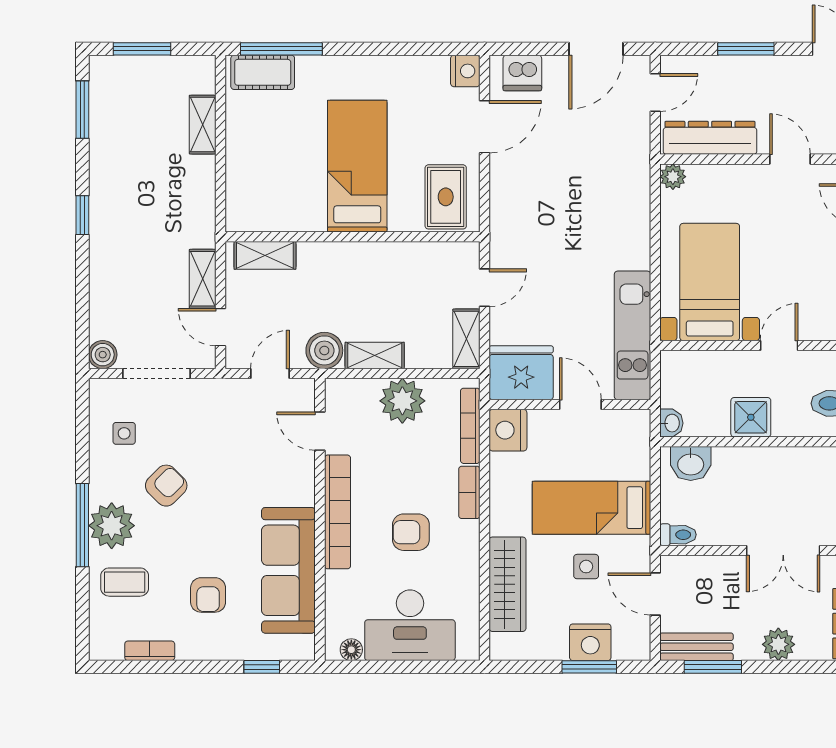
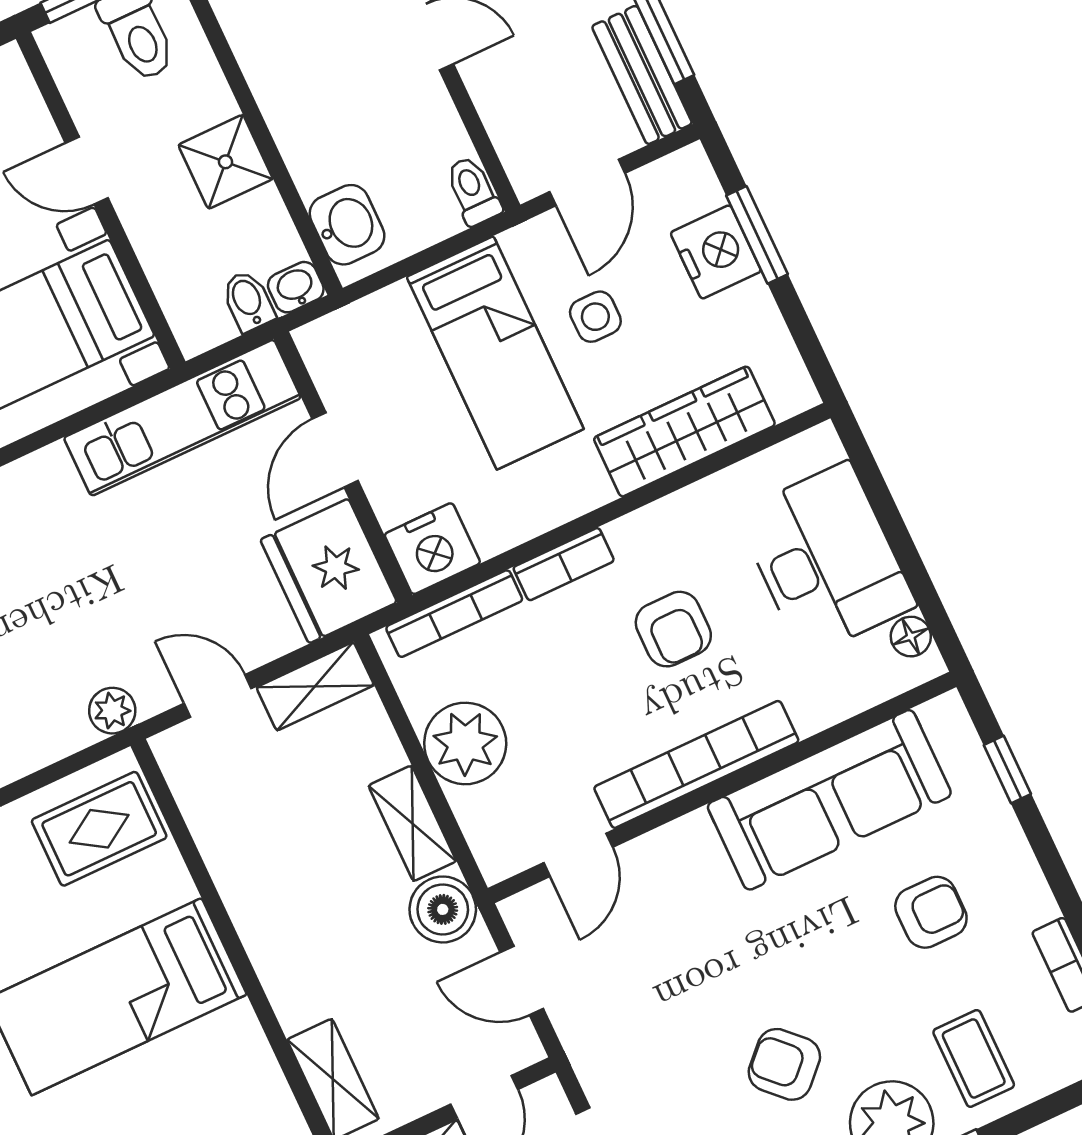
plant: (502, 231) -> (112, 711), added
bidet: (676, 396) -> (248, 301), added

